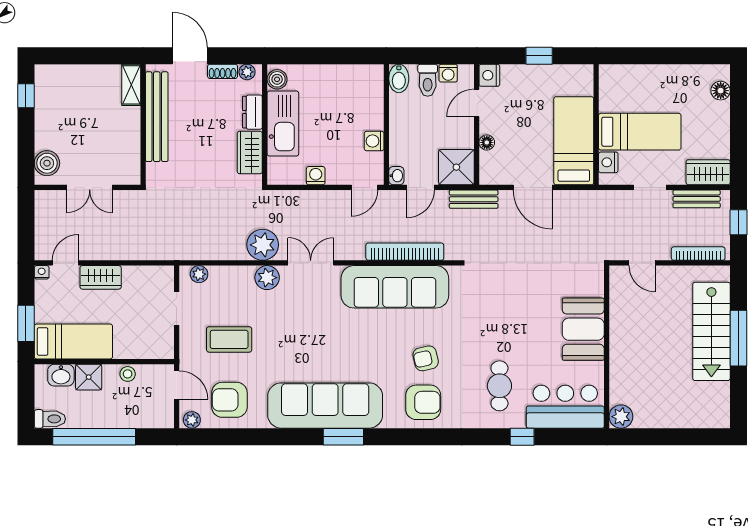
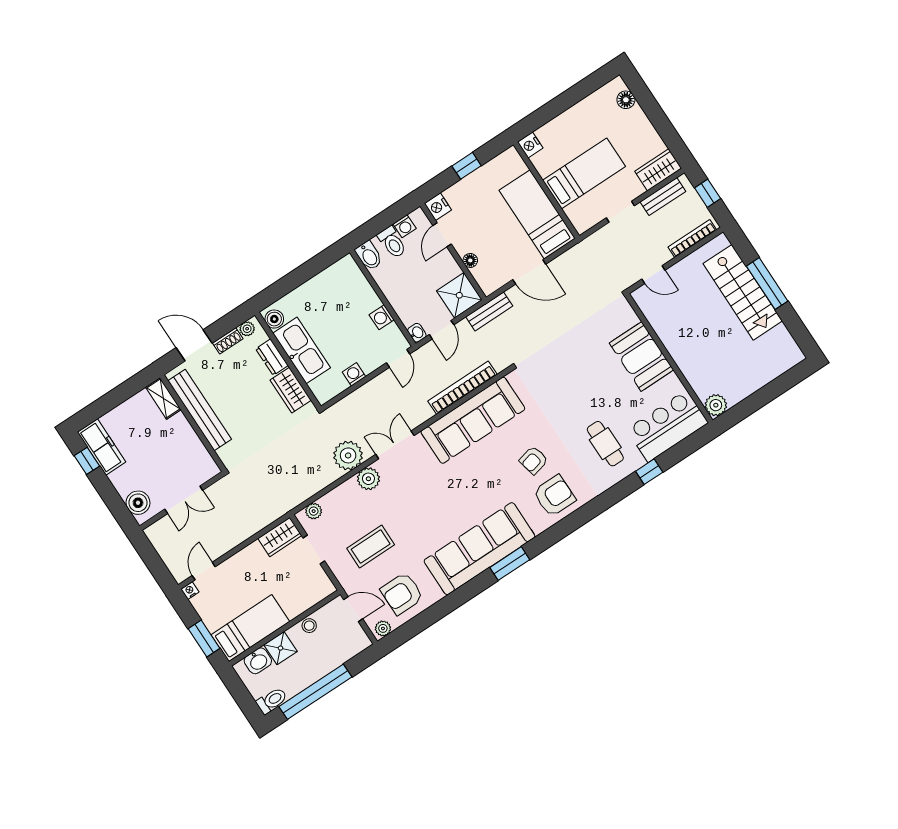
freezer: (47, 92) -> (102, 447), added
nightstand: (608, 162) -> (530, 145), moved
wardrobe: (101, 277) -> (280, 537), moved

